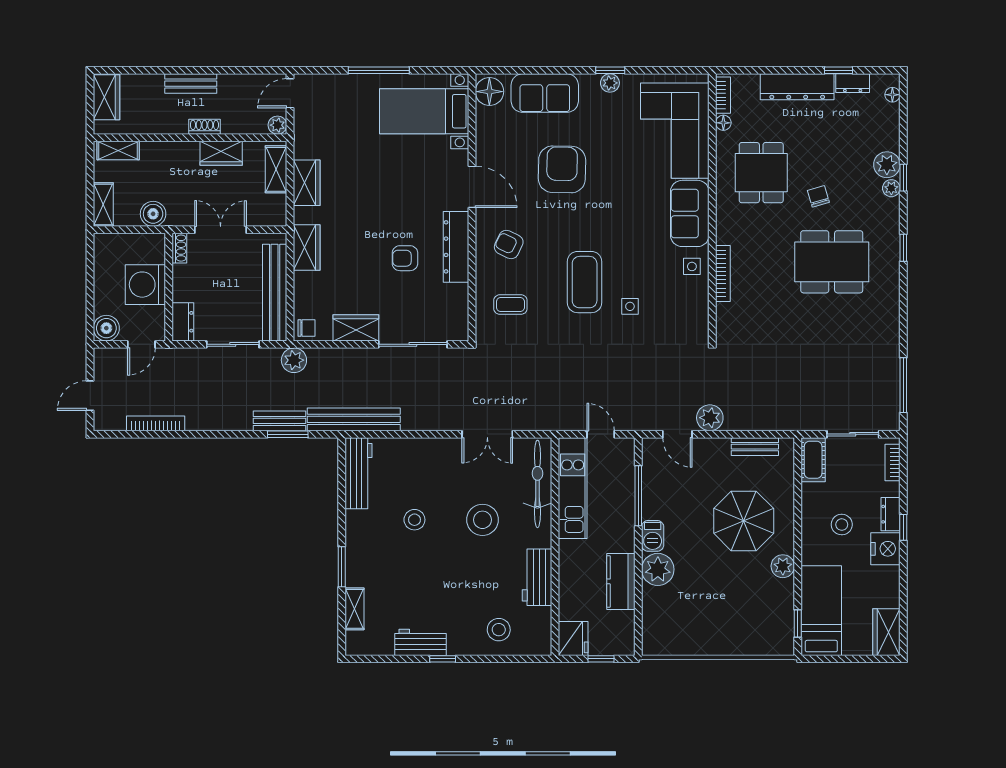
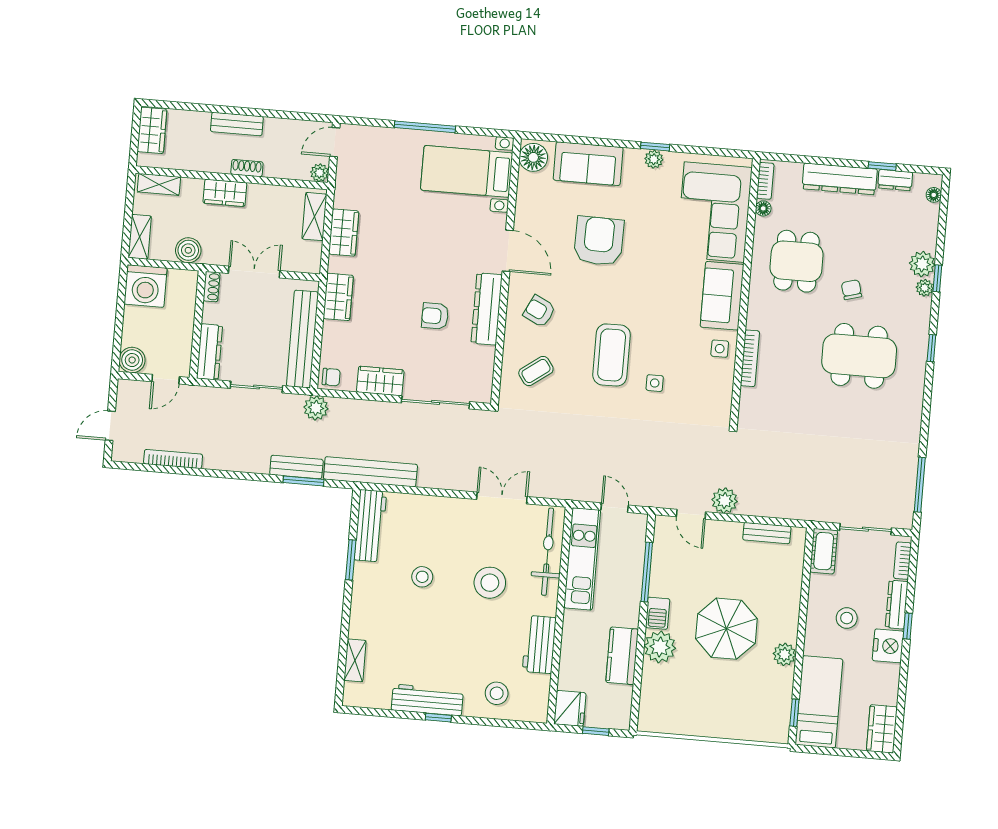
wardrobe: (221, 153) -> (225, 193), moved
washing machine: (145, 285) -> (146, 286), moved, turned -90
coffee table: (510, 305) -> (536, 371), turned -36
dresser: (183, 322) -> (209, 352), width x1.44
double door: (487, 434) -> (502, 498), swing flipped
dresser: (891, 514) -> (897, 605), width x1.44
parasol: (744, 521) -> (726, 629), moved
window: (342, 567) -> (351, 560), moved
workbench: (421, 642) -> (427, 700), width x1.38

